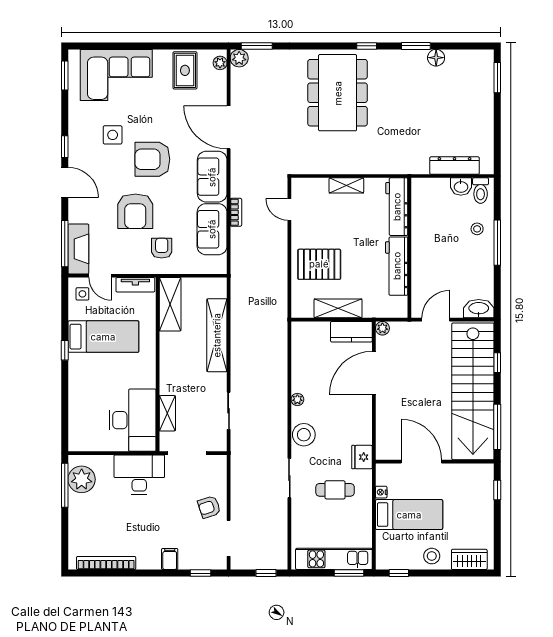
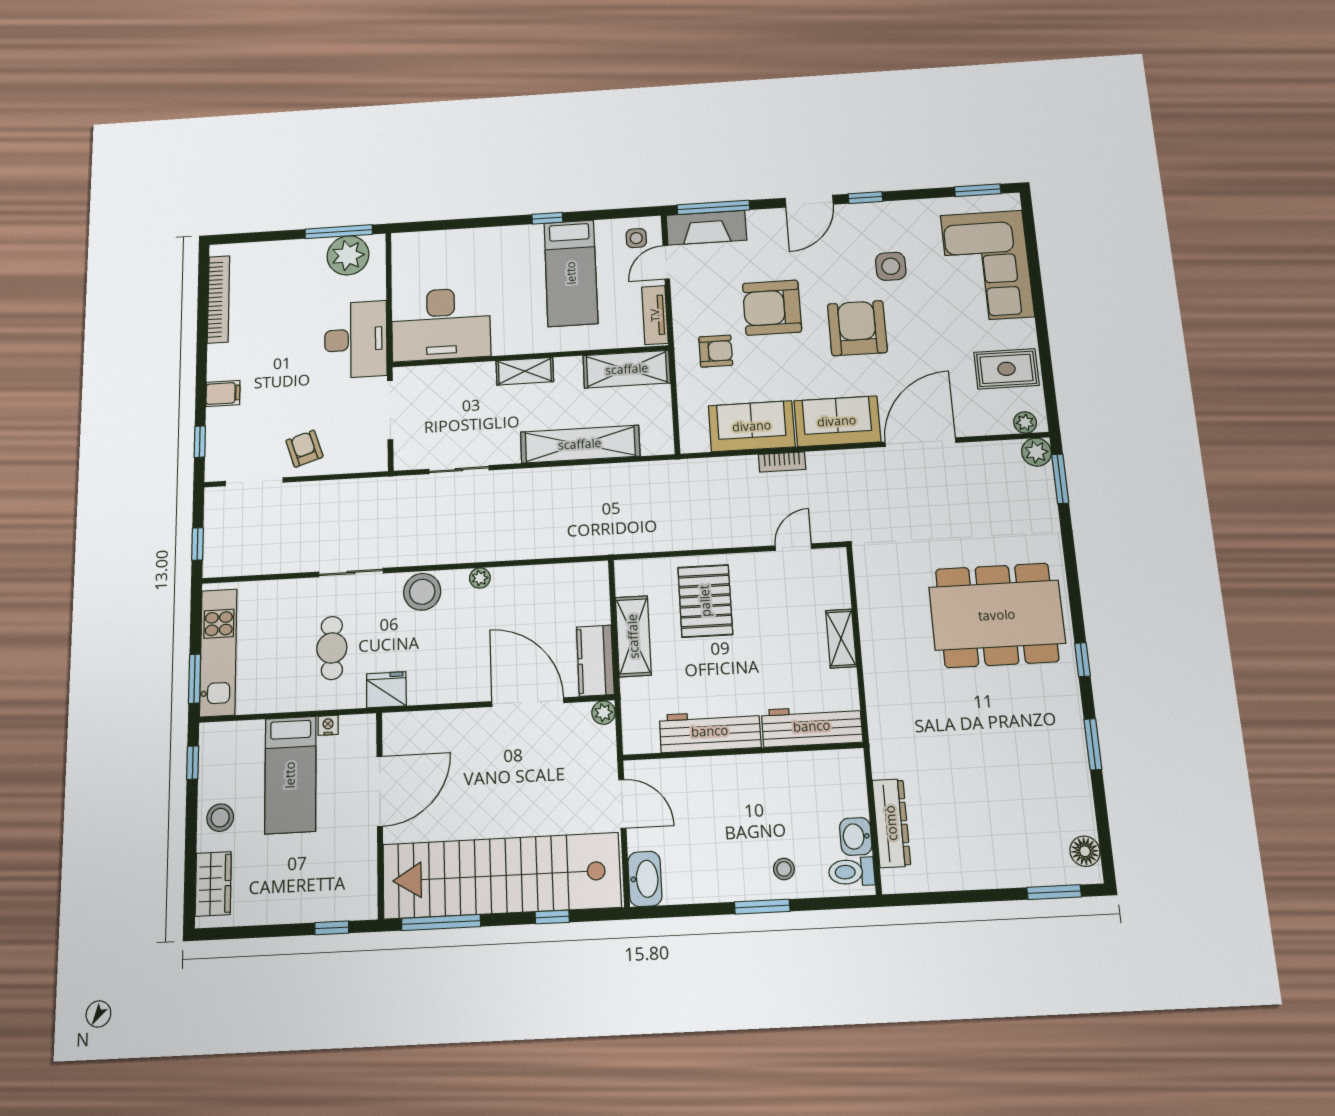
floor lamp: (436, 58) -> (1085, 851), moved
window: (497, 243) -> (762, 907), width x0.69
shelving: (167, 413) -> (525, 371), moved

